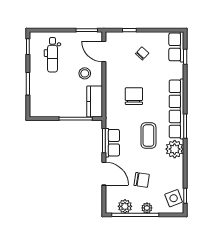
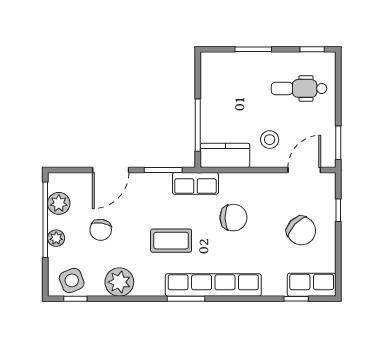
chair: (142, 53) -> (301, 231), width x1.87, depth x1.87
row of seats: (112, 143) -> (195, 183), moved
plant: (175, 149) -> (119, 282), moved

